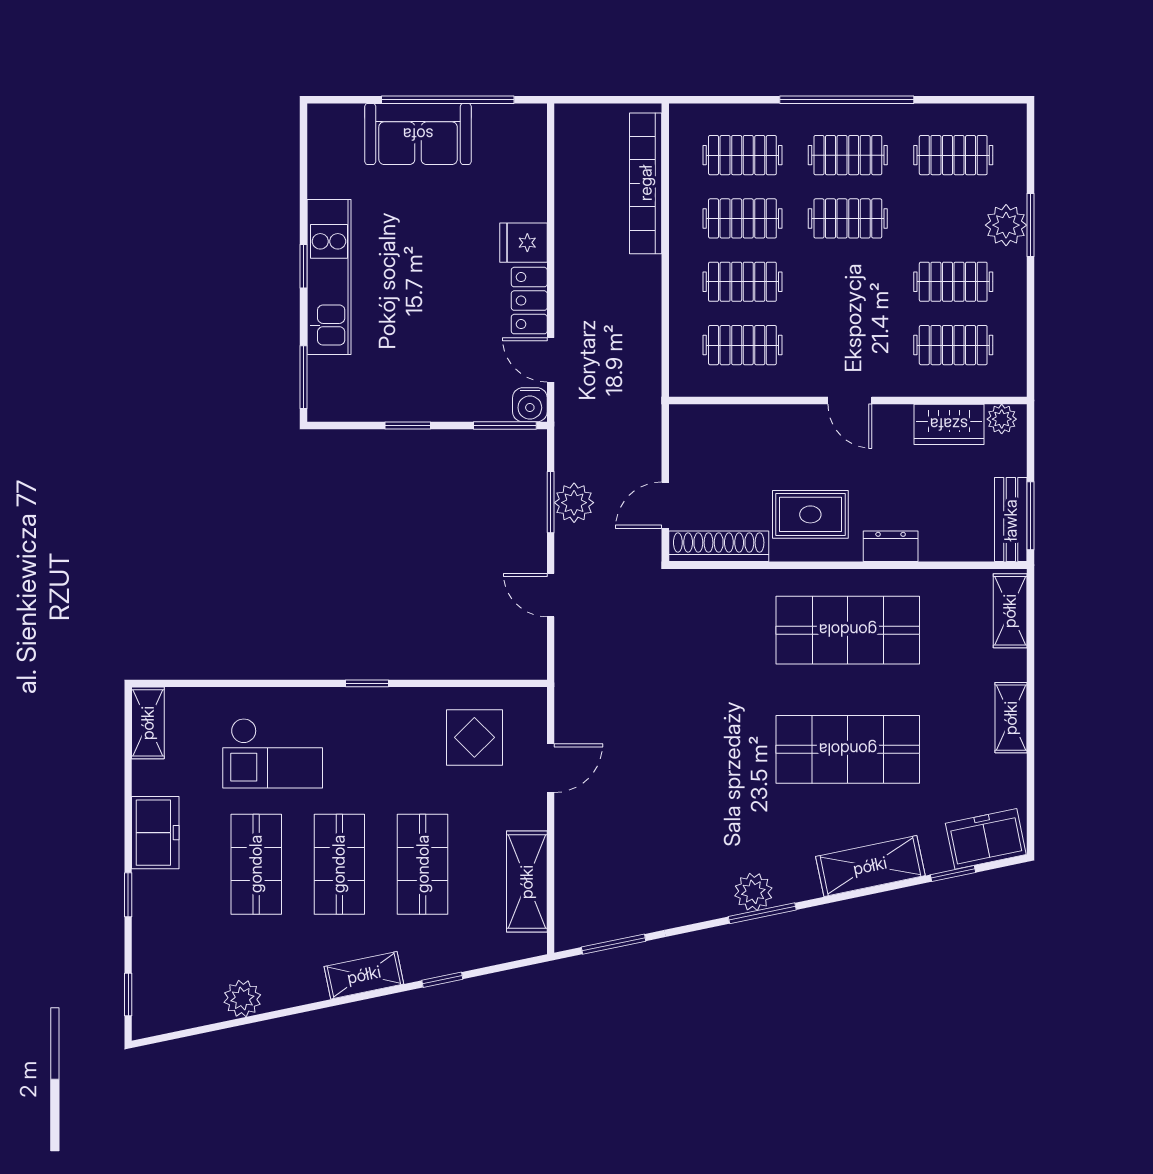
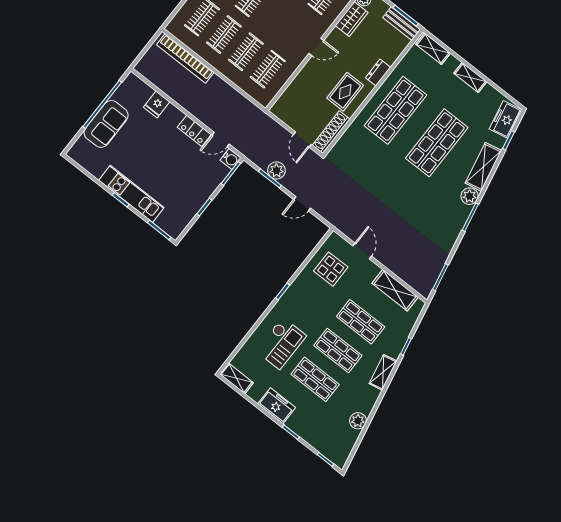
fridge: (523, 243) -> (157, 104), moved
plant: (753, 892) -> (470, 196), moved

